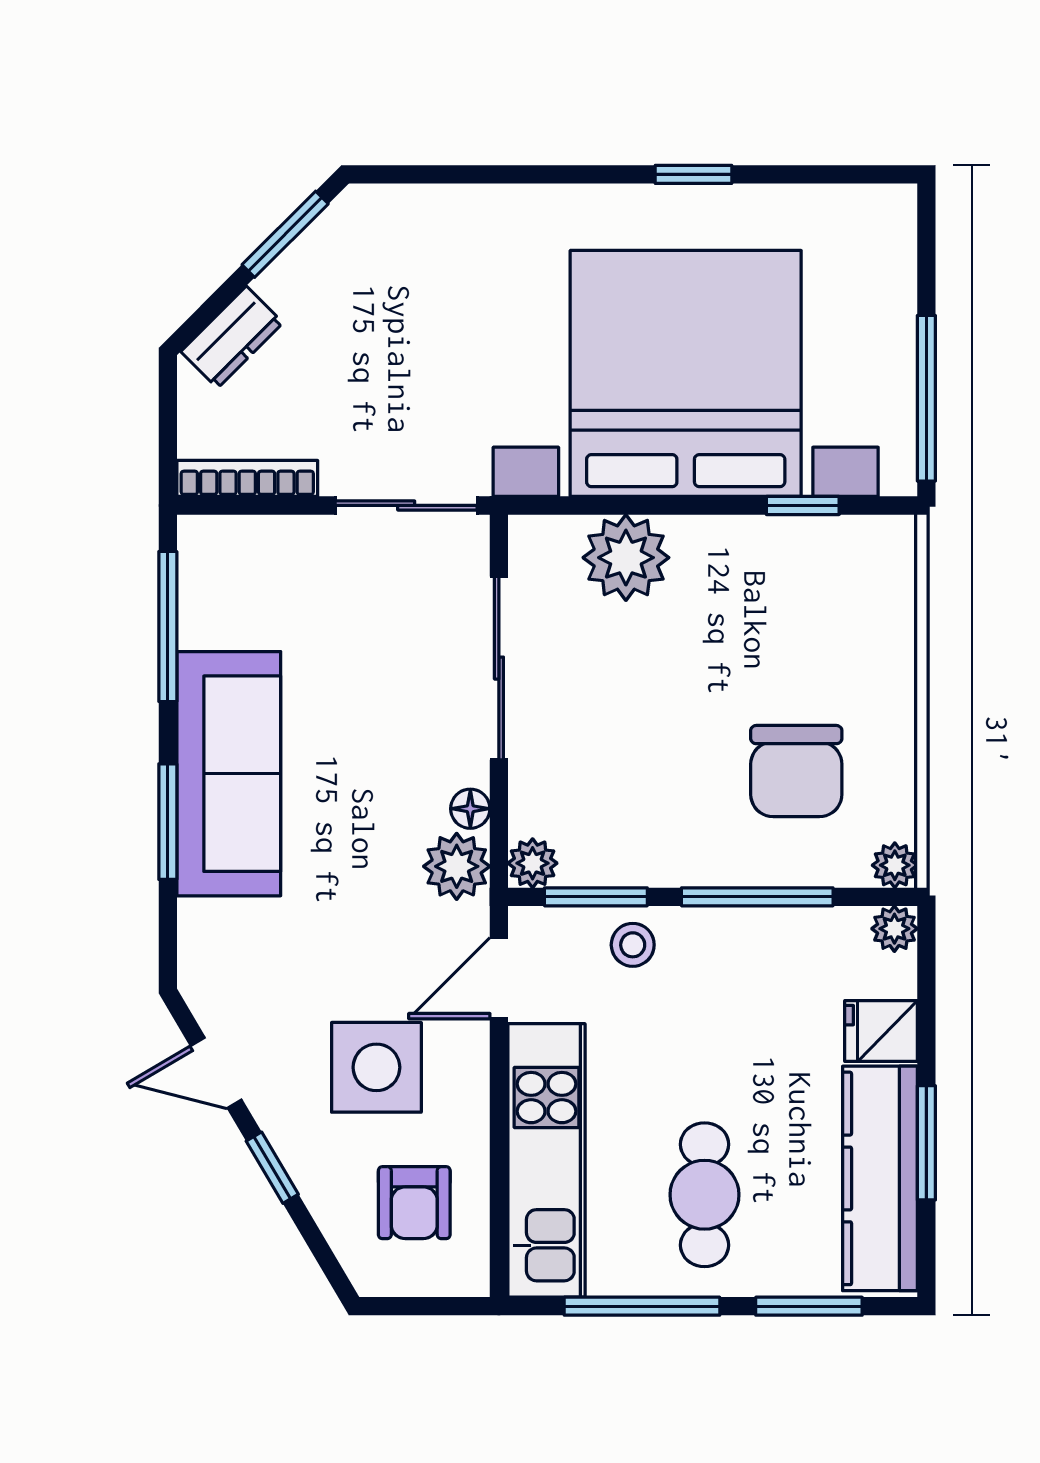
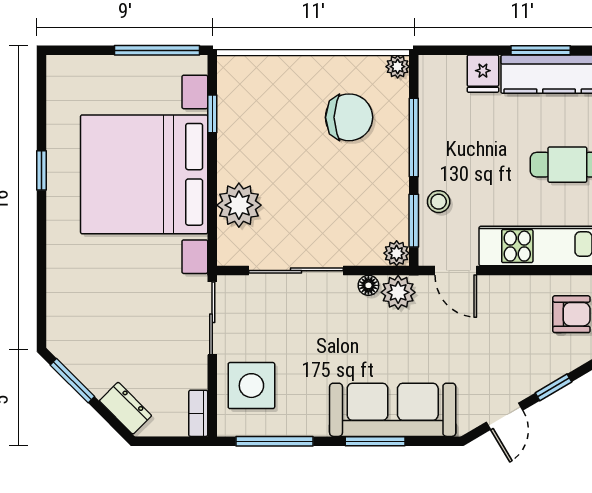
bookcase: (247, 478) -> (198, 413), width x0.64
sofa: (229, 774) -> (393, 410), moved
plant: (894, 929) -> (430, 67), removed
side table: (376, 1067) -> (251, 386), moved

